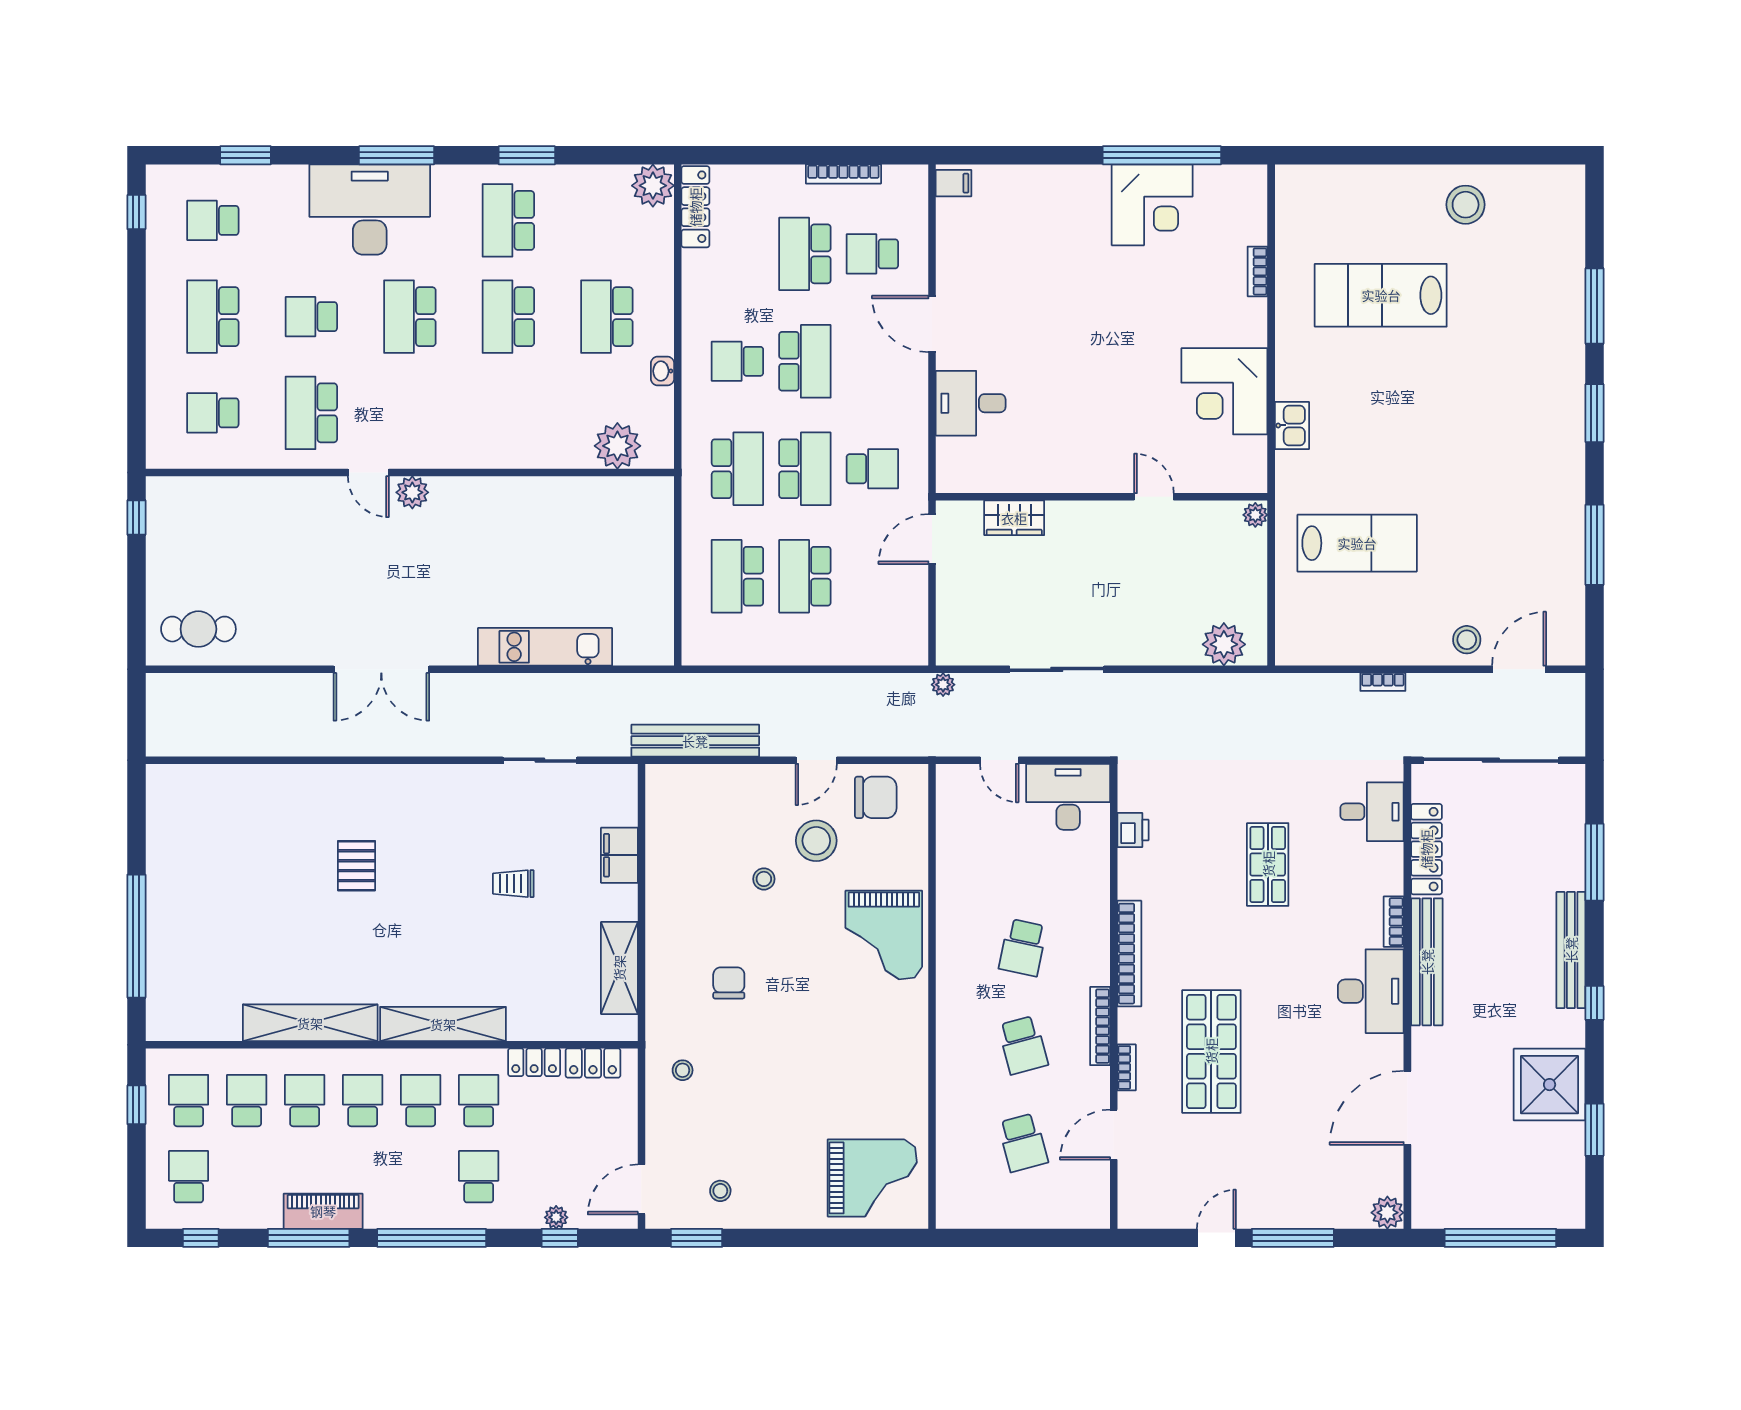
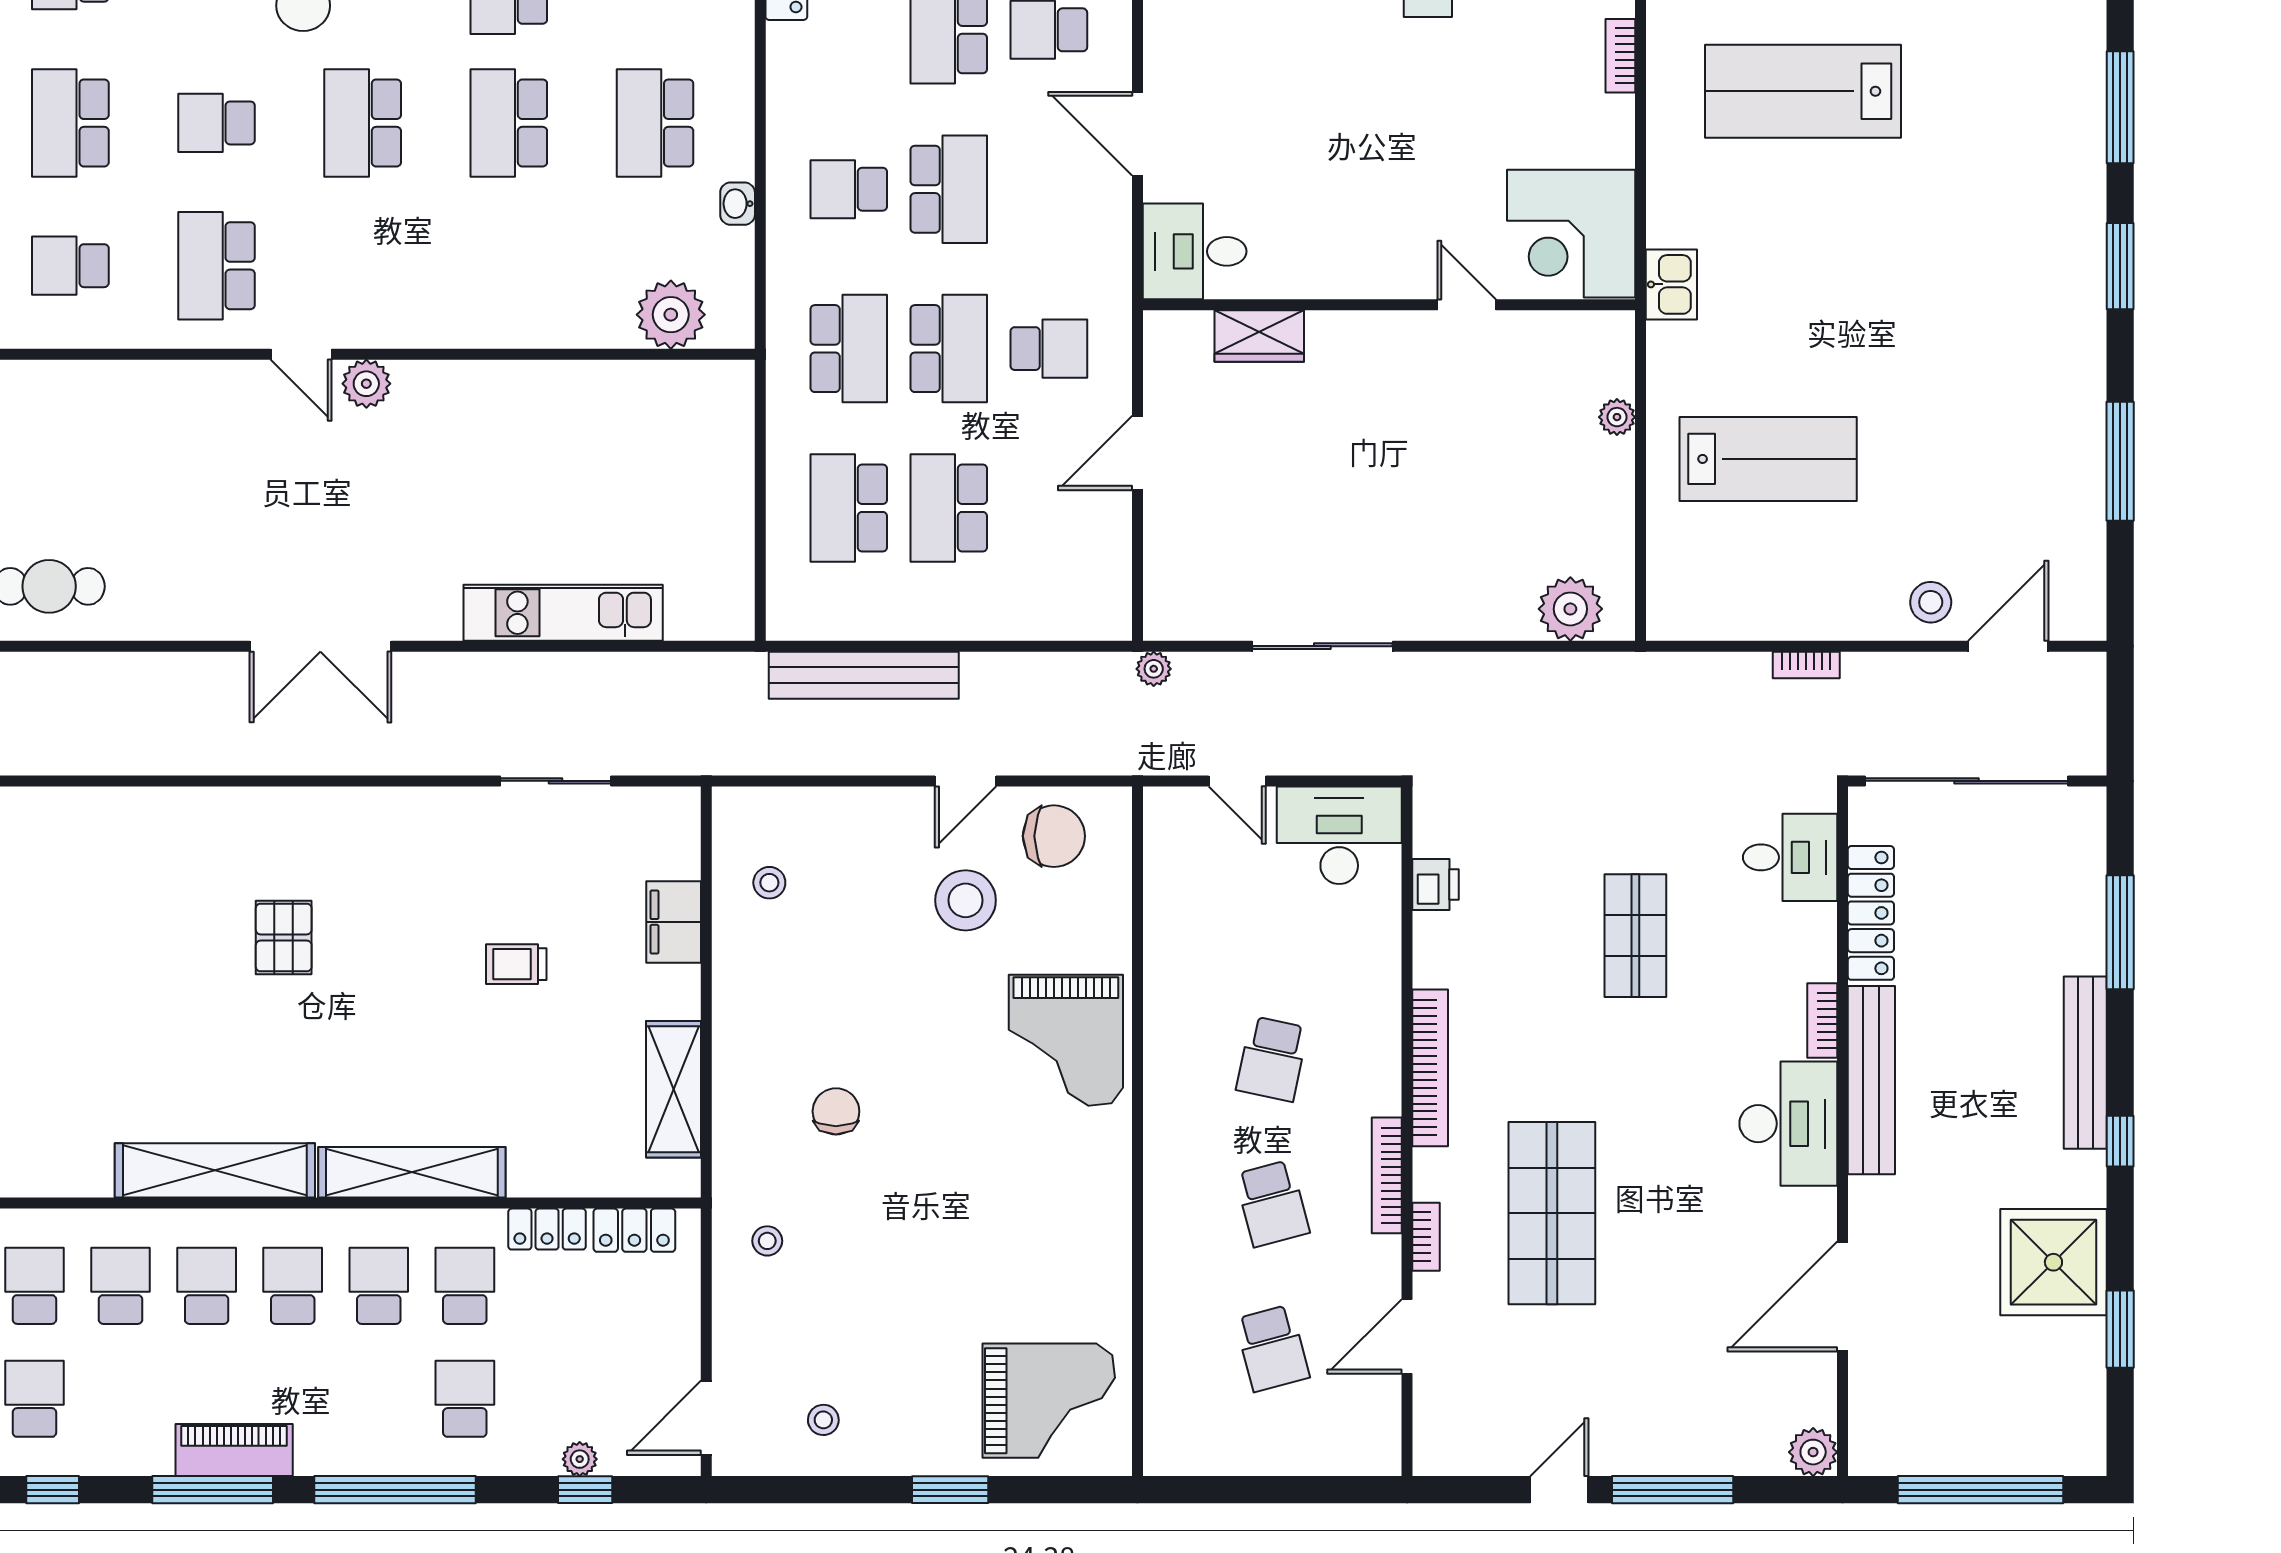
wall: (1102, 497) -> (1389, 305), moved
door: (1154, 497) -> (1467, 305), moved
wardrobe: (1014, 518) -> (1259, 336), moved
bench: (695, 741) -> (864, 675), moved
stool: (764, 879) -> (769, 883), moved
window: (697, 1238) -> (950, 1490), moved

